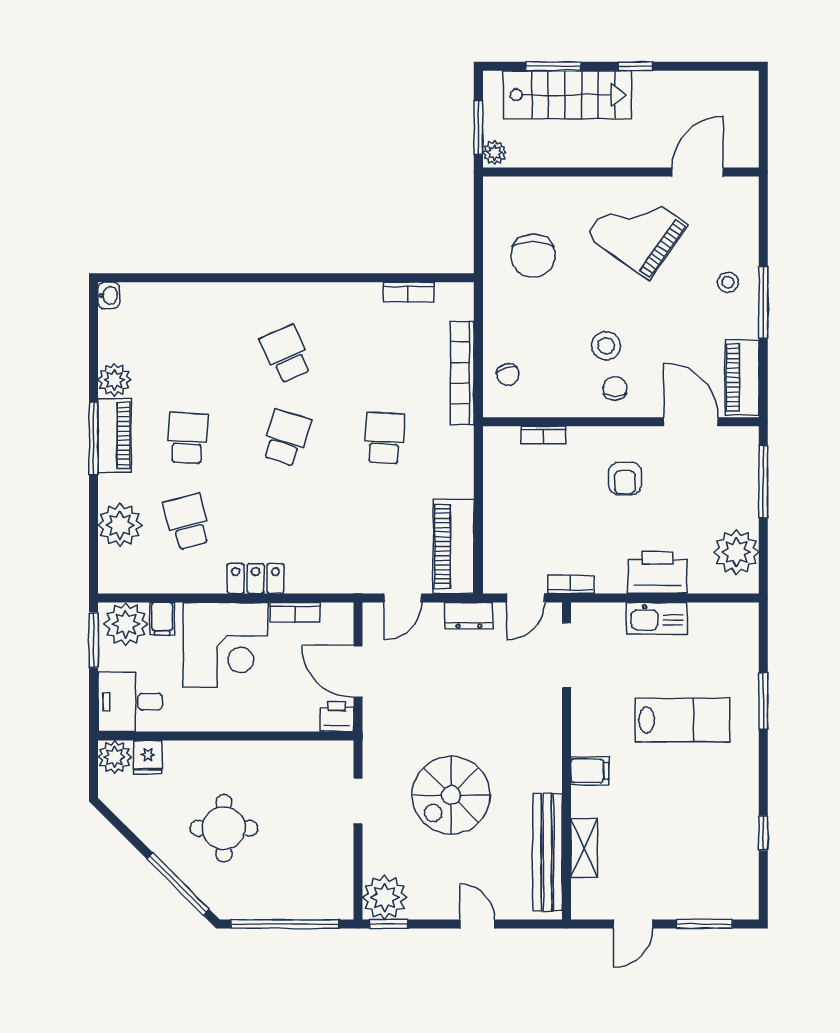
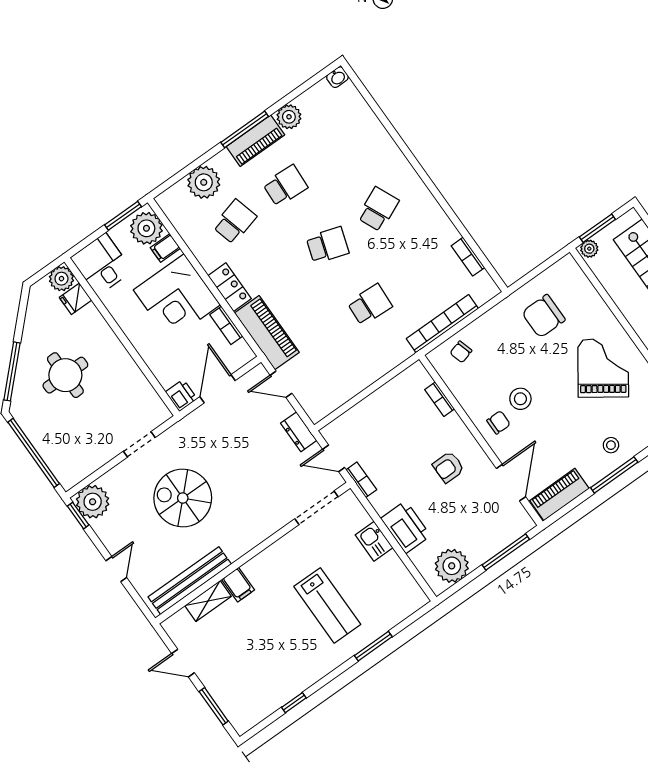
piano: (453, 546) -> (267, 333), moved, turned 90
kitchen sink: (657, 618) -> (374, 541), width x0.73
filing cabinet: (590, 771) -> (238, 585), moved

